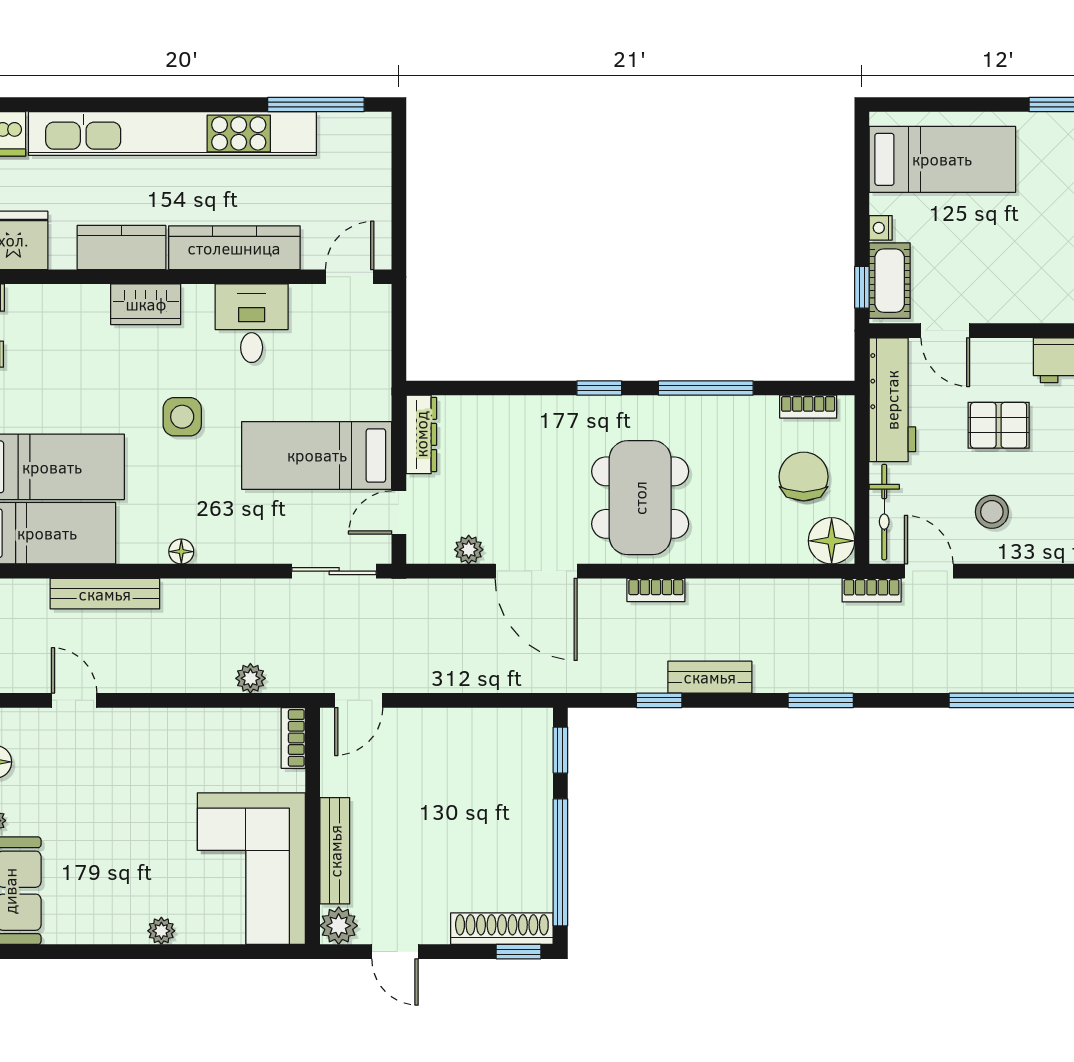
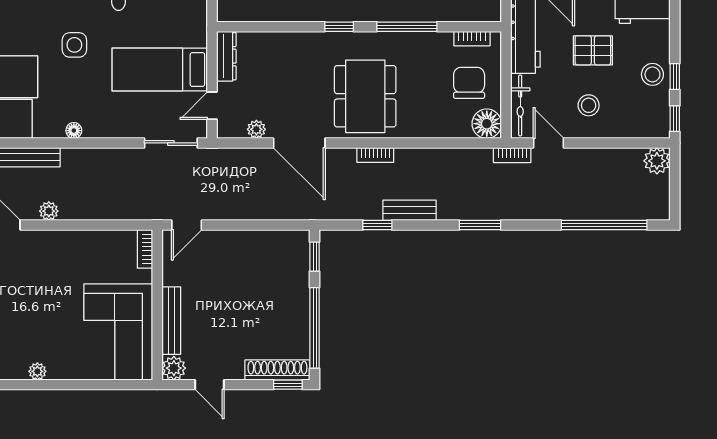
plant: (250, 678) -> (49, 211), moved
plant: (161, 931) -> (37, 371), moved

